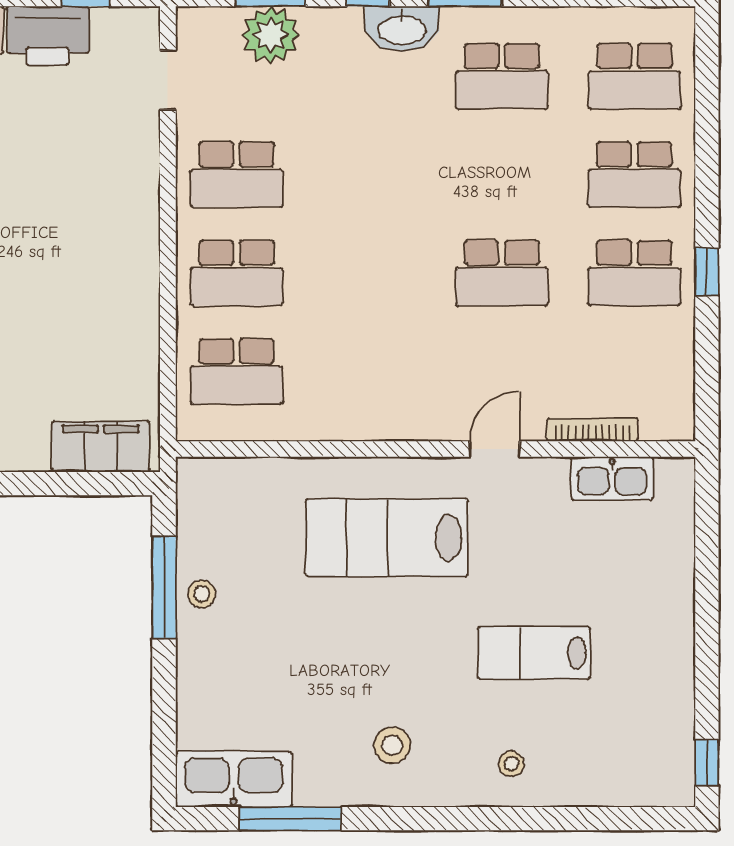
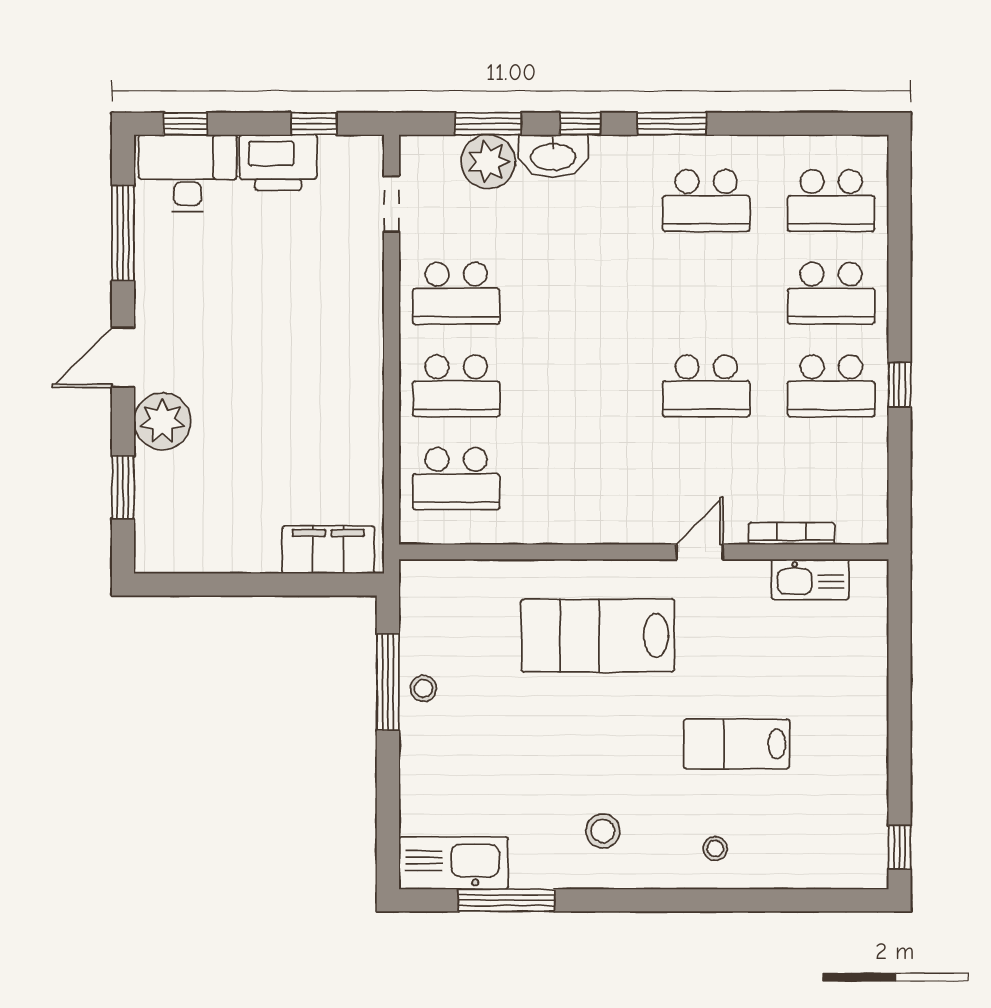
washbasin: (402, 29) -> (553, 156), moved

